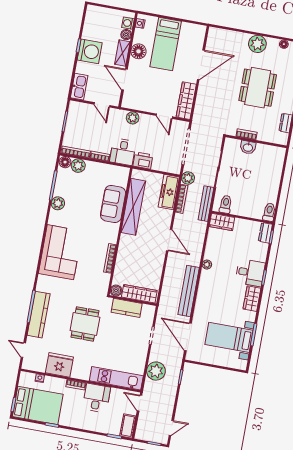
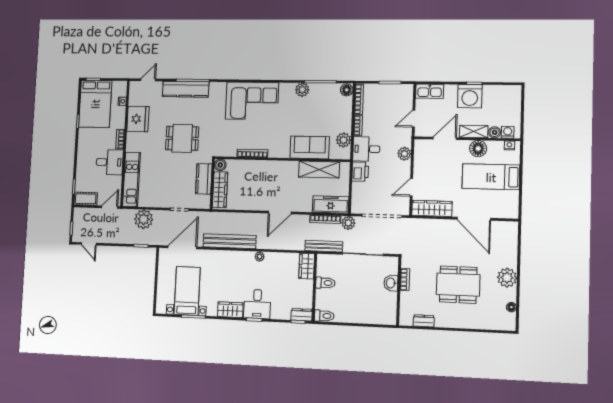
plant: (78, 166) -> (344, 140), moved
toilet: (226, 204) -> (325, 283), moved
shelving: (133, 207) -> (319, 169), width x0.68

